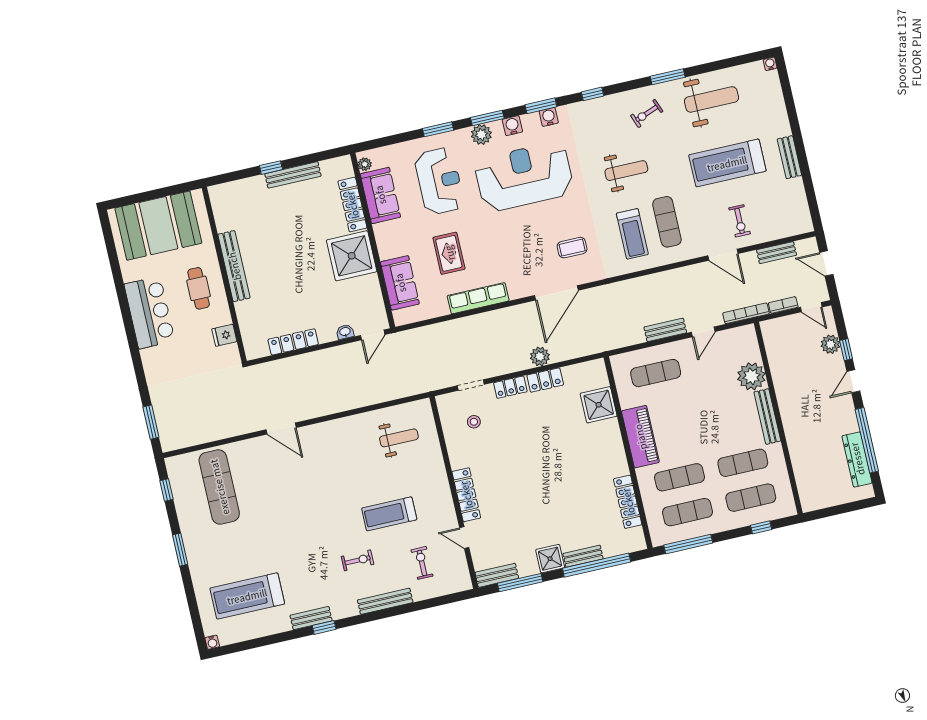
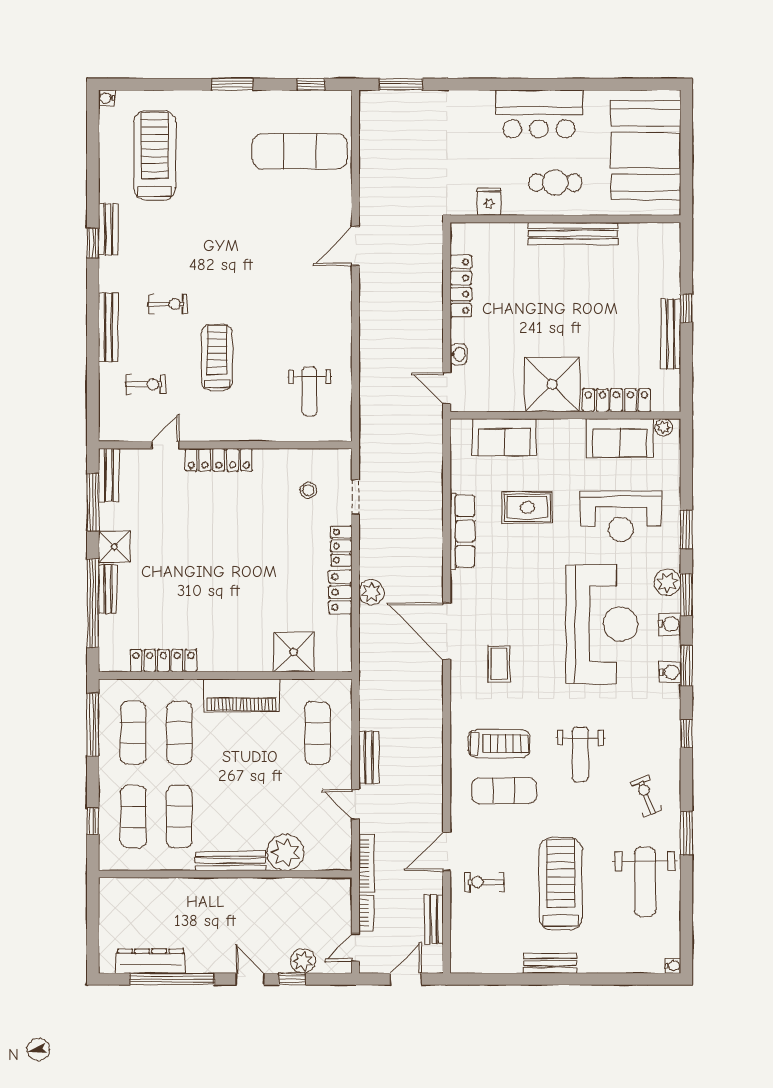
treadmill: (632, 234) -> (499, 744), turned 180
exercise bike: (358, 560) -> (168, 304), turned -91

